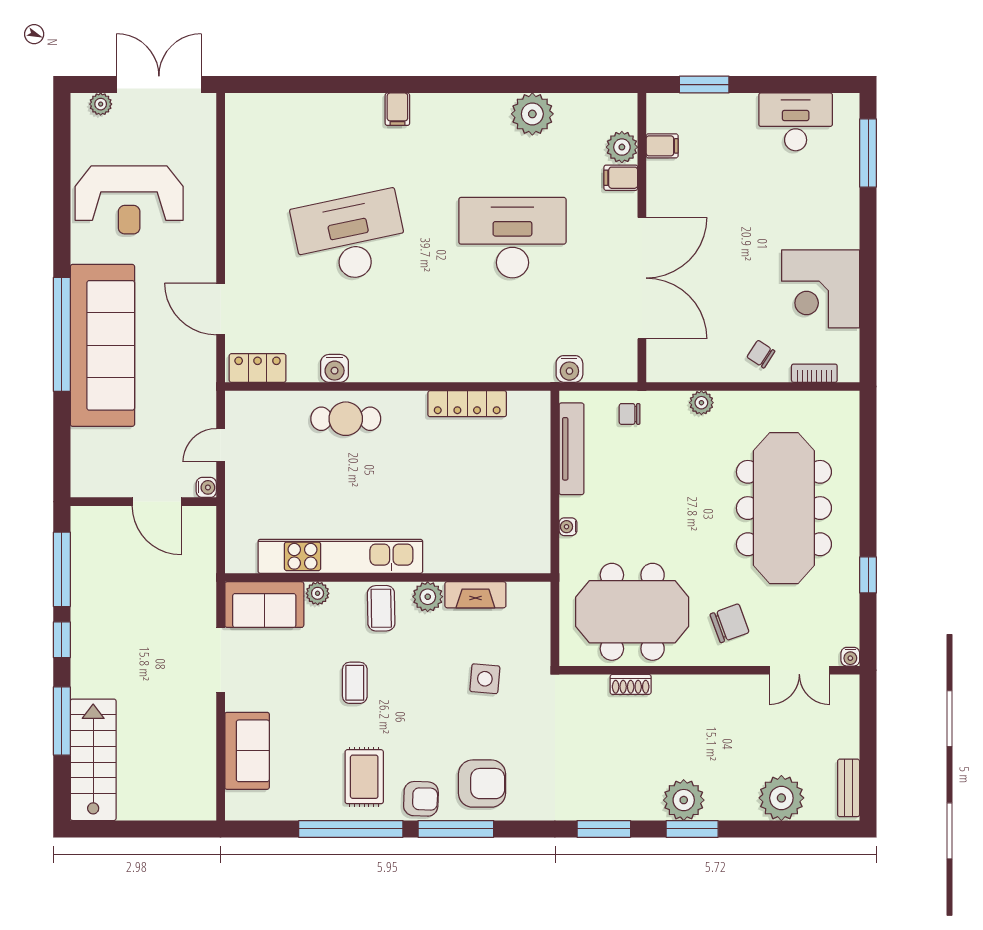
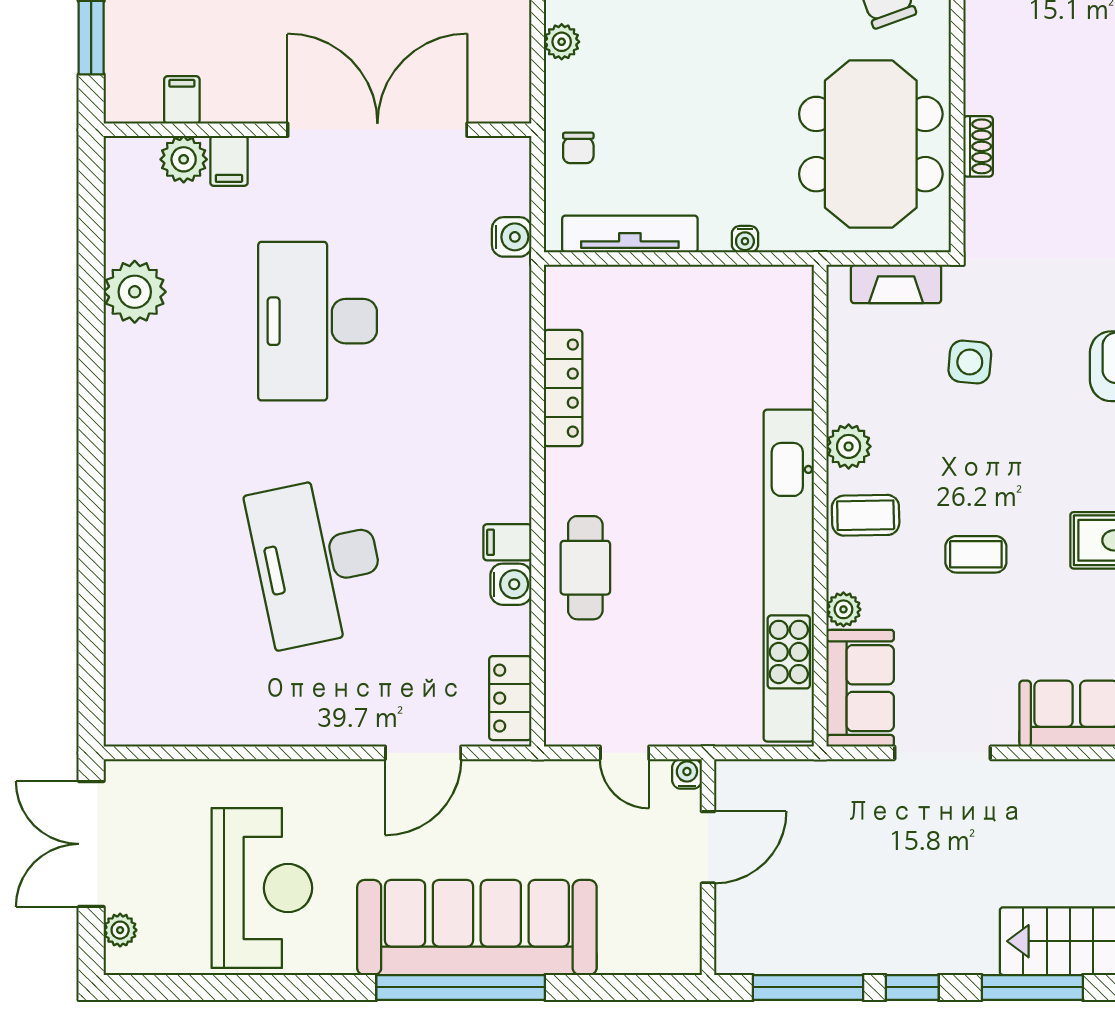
filing cabinet: (397, 109) -> (507, 542), moved, turned 180
kitchen unit: (340, 556) -> (789, 576), width x1.36
fireplace: (475, 595) -> (896, 284), moved, turned 90

